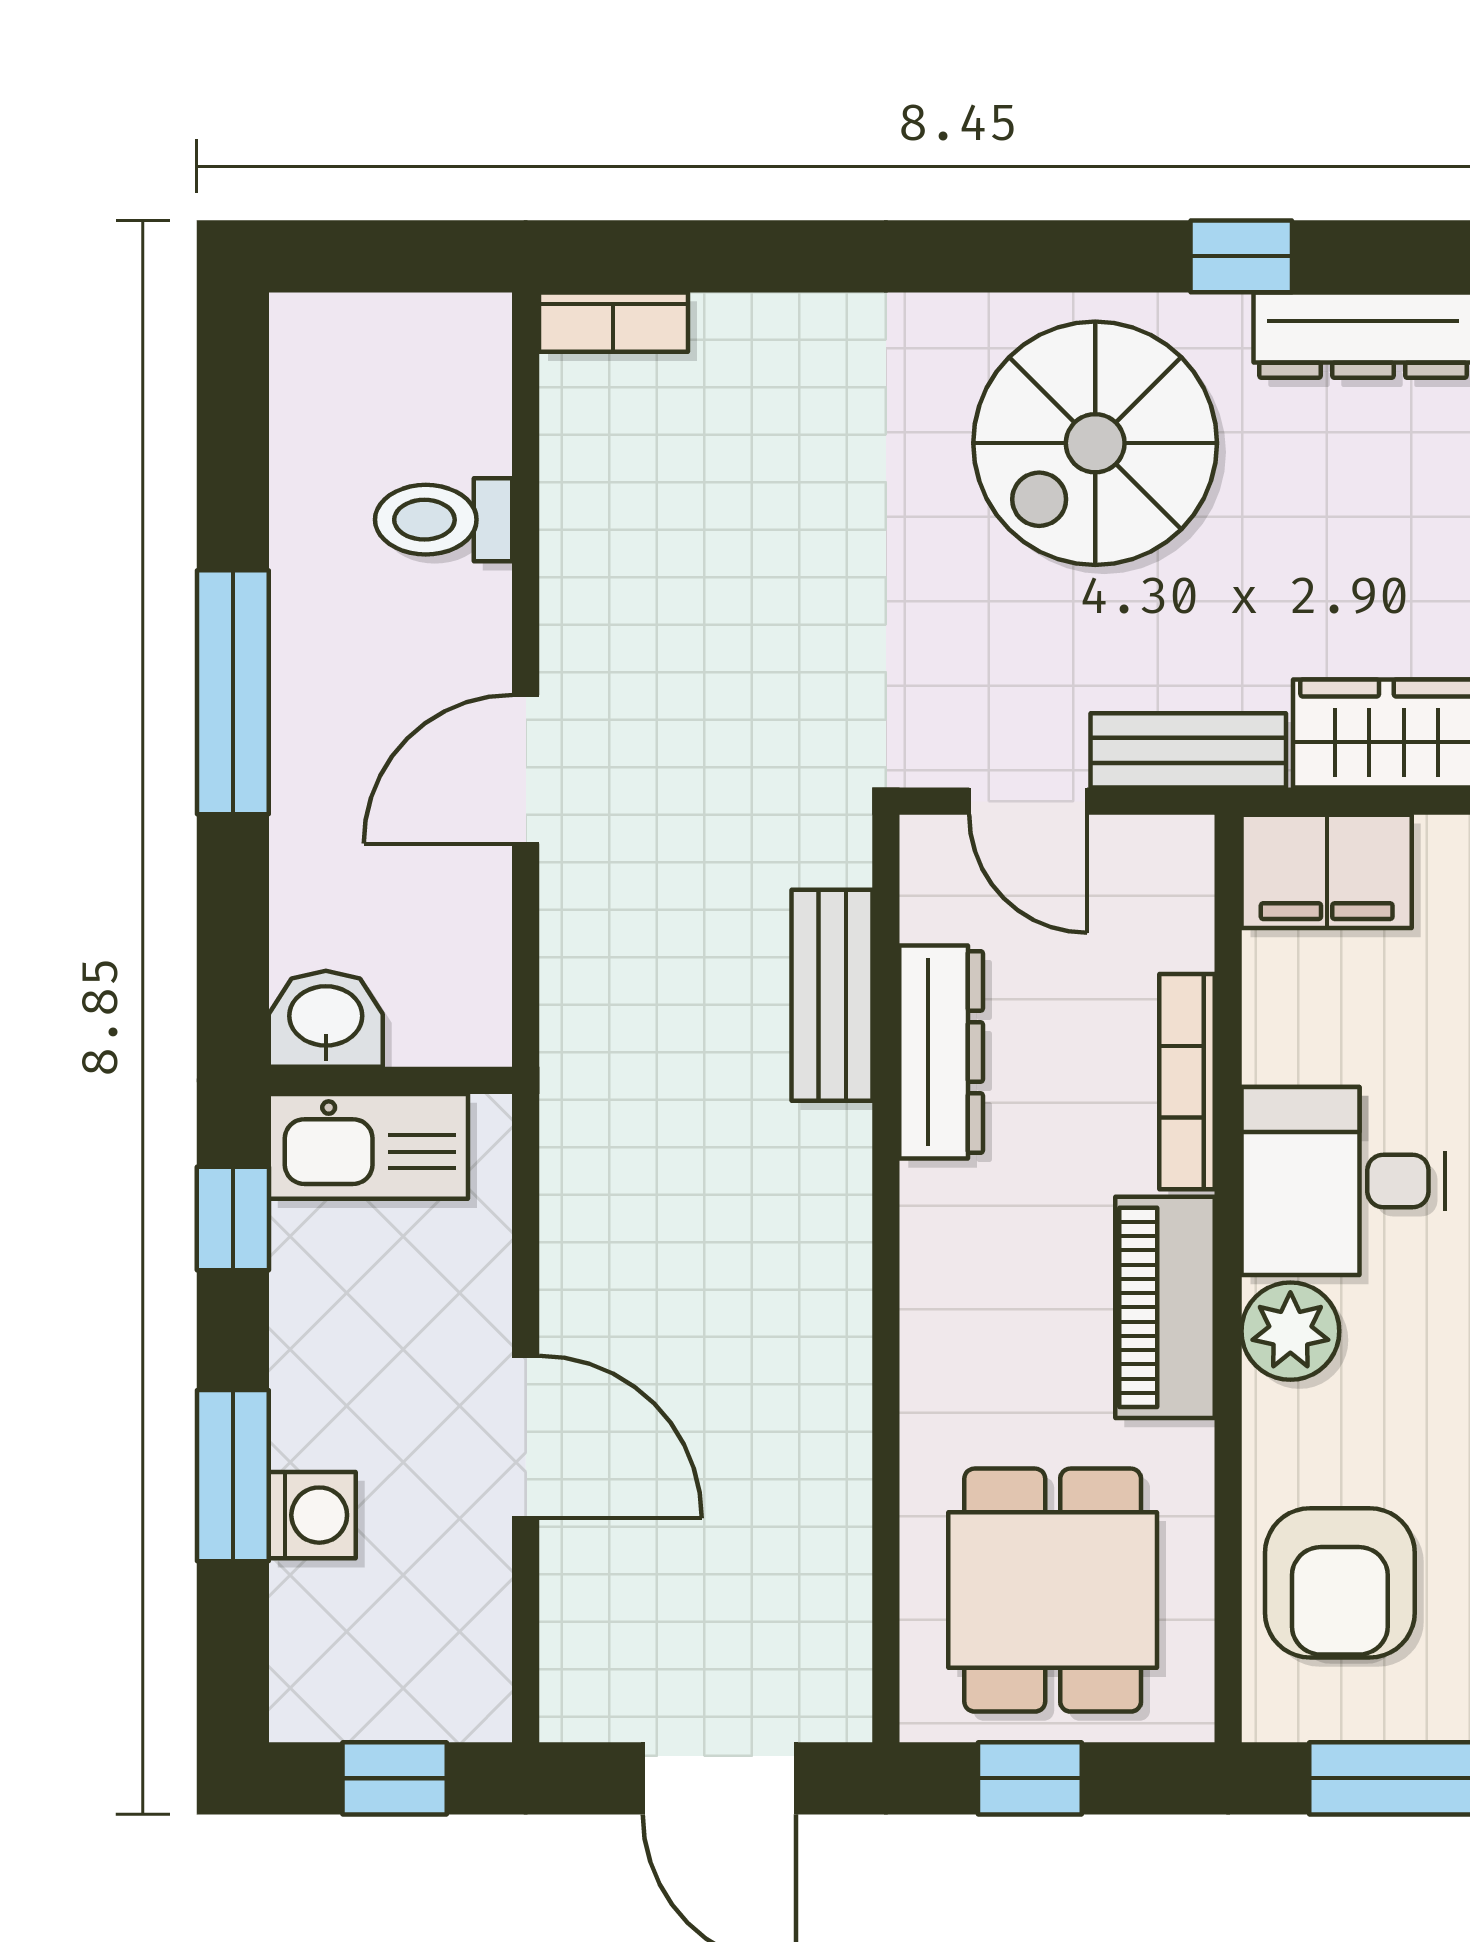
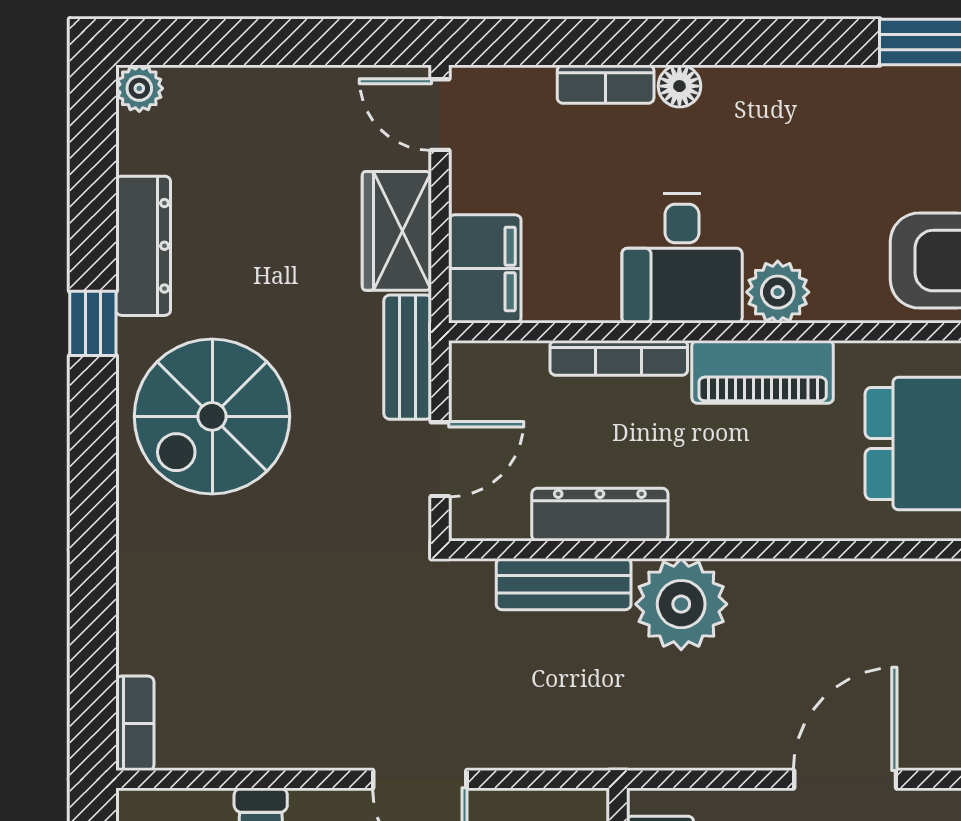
spiral stairs: (1095, 443) -> (212, 416), turned 90
plant: (801, 1180) -> (681, 604), added

